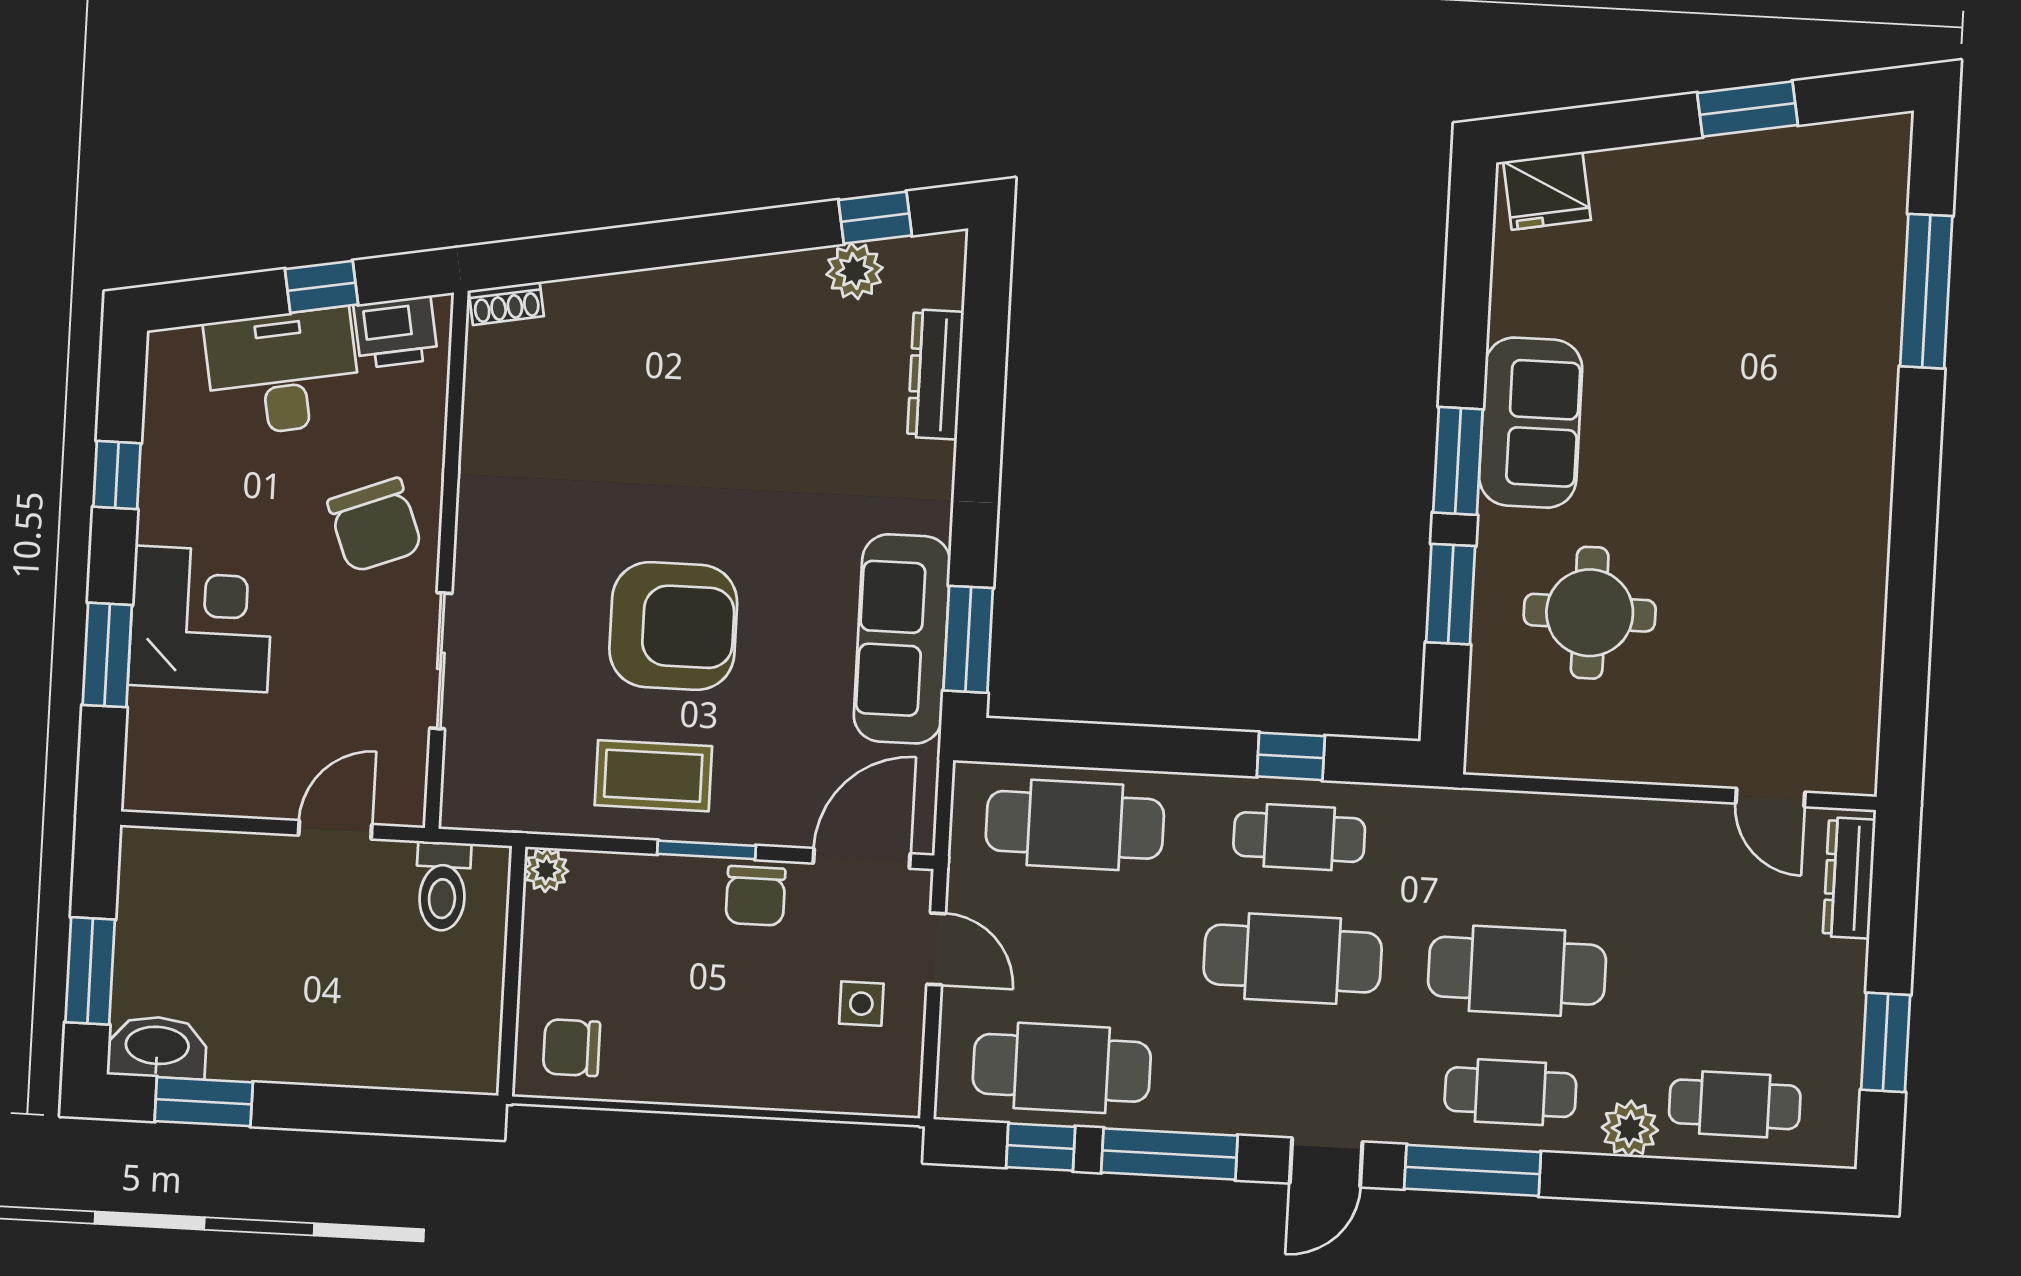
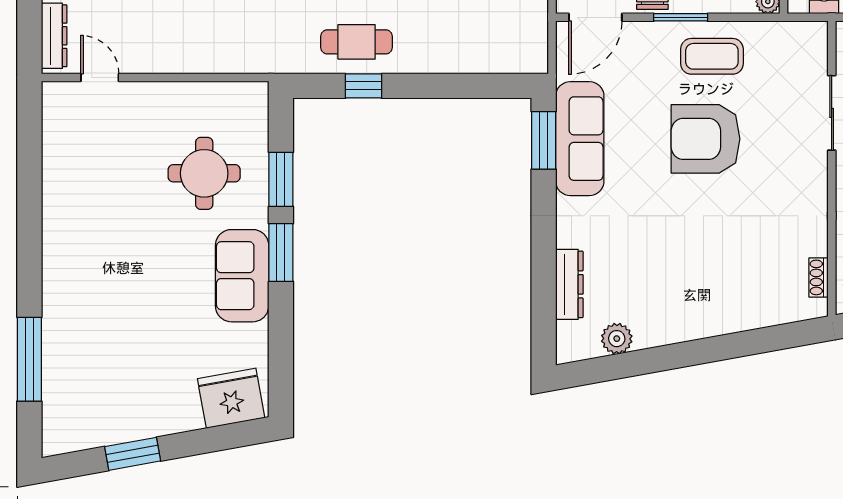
fridge: (1547, 191) -> (231, 398), width x1.36, depth x1.34
window: (875, 218) -> (607, 368), removed
shoe rack: (506, 303) -> (819, 277), moved, turned -80
cafe table: (1075, 825) -> (480, 42), removed

